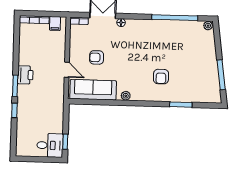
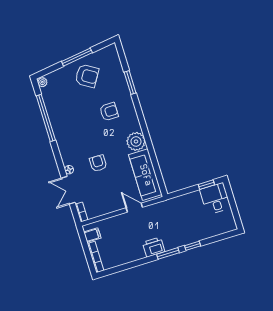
armchair: (97, 57) -> (98, 163), moved, turned 180
armchair: (200, 68) -> (87, 76), added
door: (67, 70) -> (134, 208), hinge flipped
window: (221, 75) -> (77, 57), moved
plant: (126, 96) -> (136, 141), width x1.88, depth x1.88

